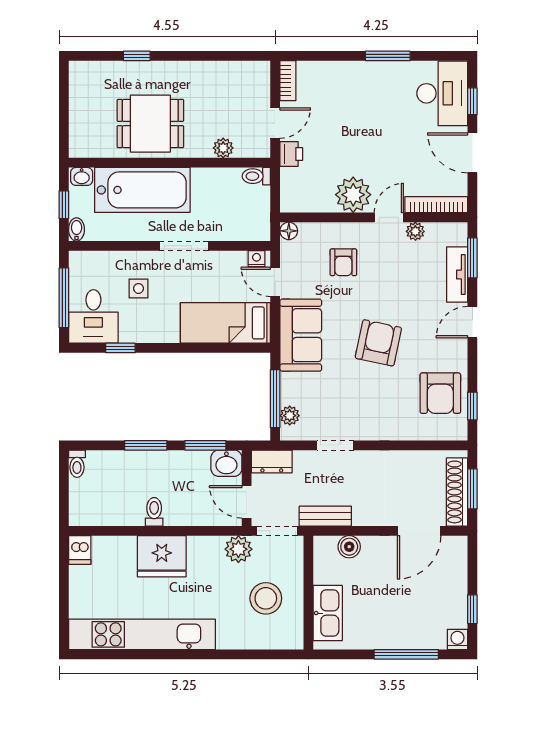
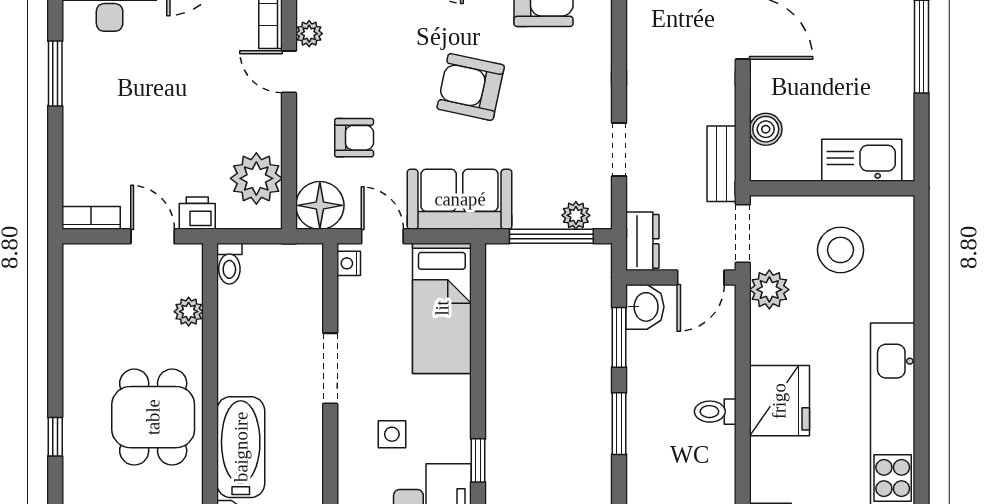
bathtub: (142, 190) -> (241, 447), width x0.73, depth x0.73
plant: (353, 195) -> (256, 178), moved
floor lamp: (289, 231) -> (320, 205), width x1.89, depth x1.89
door: (275, 282) -> (382, 236), swing flipped

